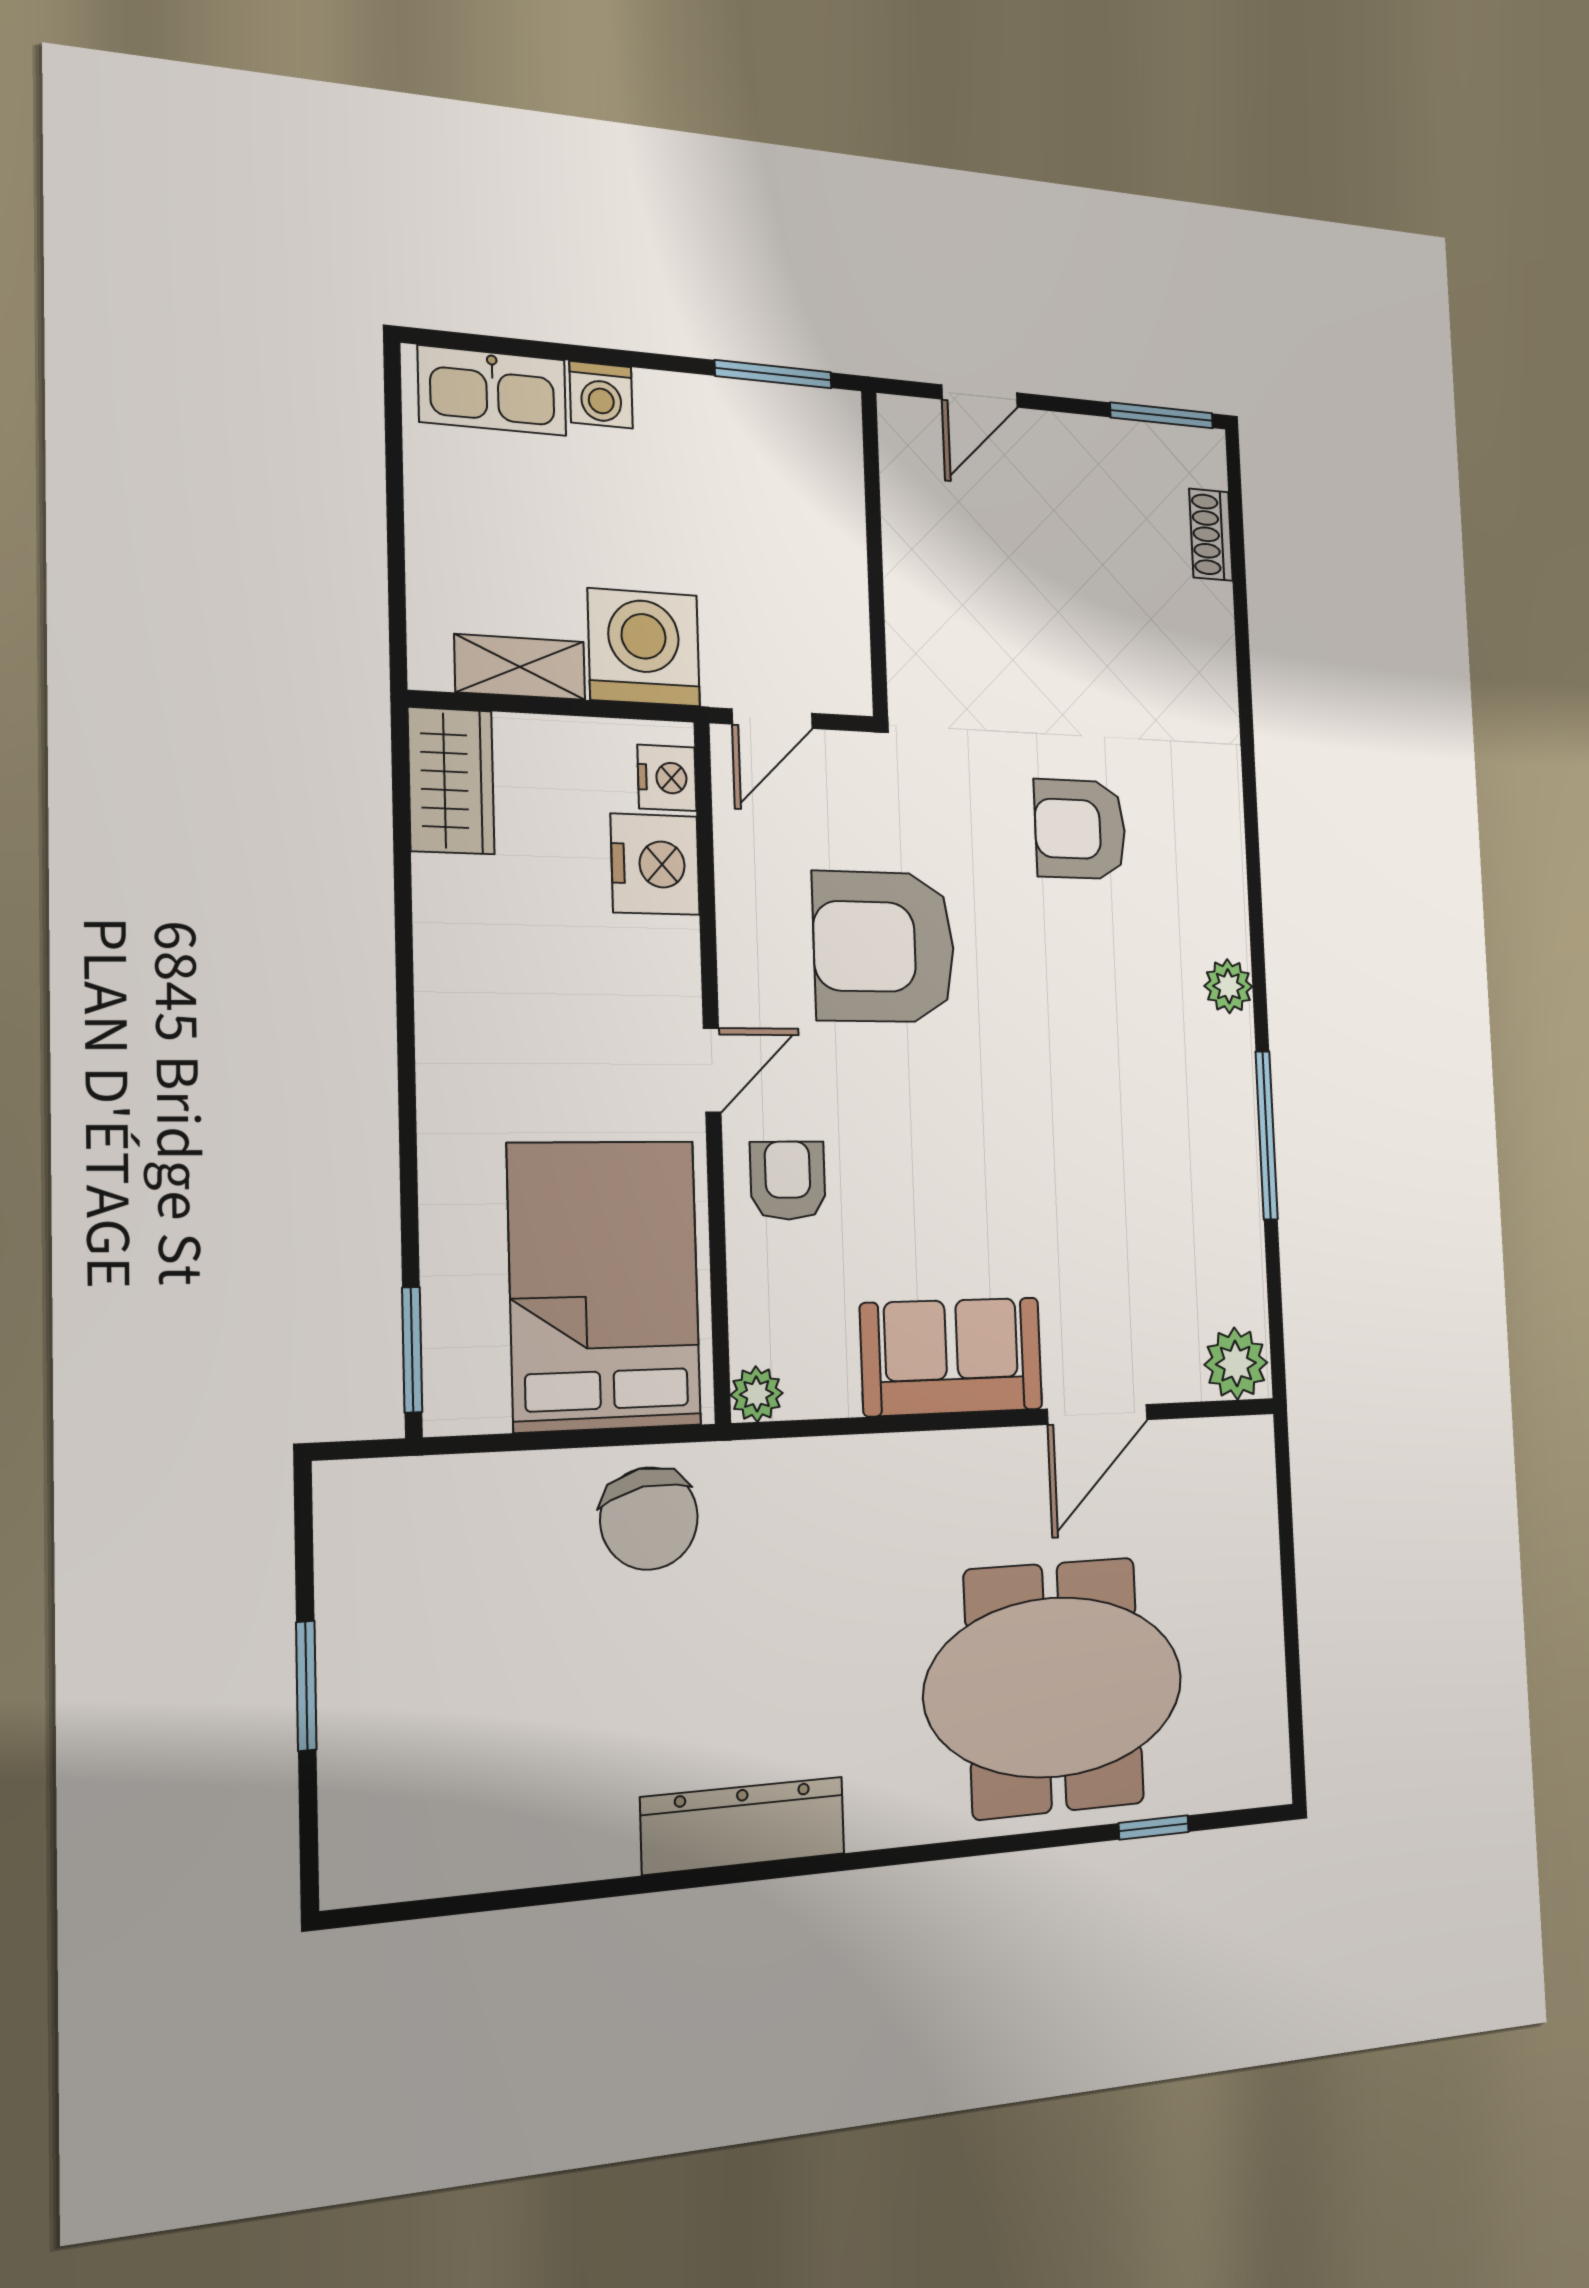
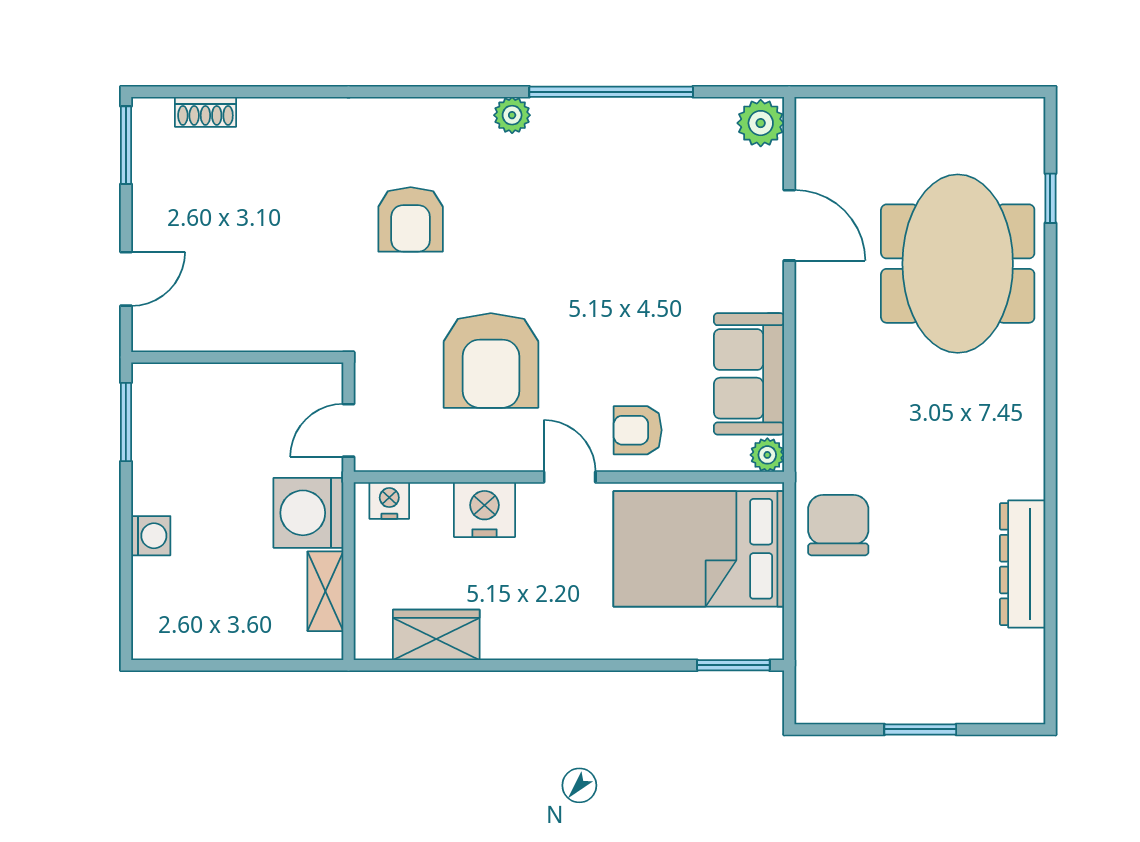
kitchen sink: (492, 391) -> (155, 604), removed
door: (980, 396) -> (126, 279), hinge flipped
door: (772, 719) -> (349, 430), swing flipped
wardrobe: (451, 781) -> (436, 635), moved
nightstand: (655, 864) -> (484, 510), moved
window: (1267, 1135) -> (611, 92), width x1.46
sofa: (952, 1356) -> (749, 374), moved
chair: (649, 1519) -> (838, 525), turned -80
dresser: (743, 1825) -> (1023, 564), moved

